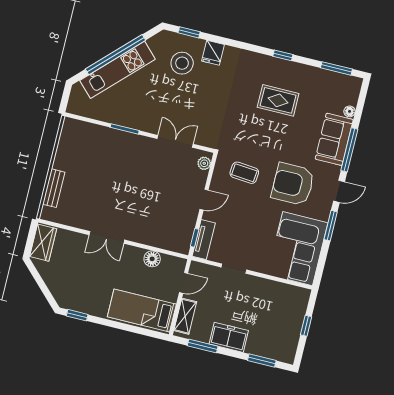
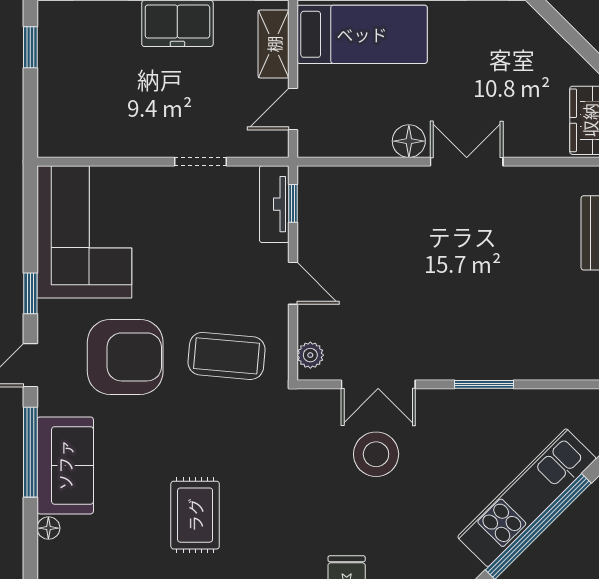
stool: (182, 63) -> (376, 454), moved
rug: (278, 100) -> (195, 515), turned 90
coffee table: (244, 173) -> (227, 356), width x1.36, depth x1.30
door: (204, 200) -> (293, 283), swing flipped
window: (331, 226) -> (30, 293), width x0.67
floor lamp: (152, 259) -> (409, 141), moved
window: (306, 326) -> (30, 47), moved

